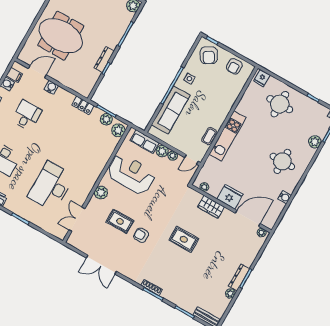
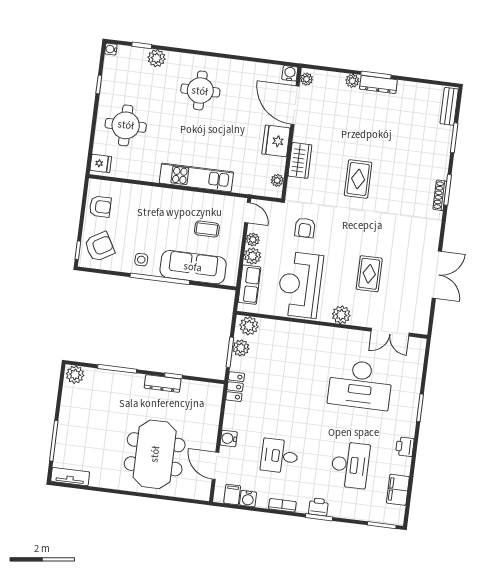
coffee table: (209, 136) -> (207, 229), moved
water cooler: (285, 197) -> (290, 73), moved
armchair: (141, 235) -> (305, 228), moved
plant: (230, 293) -> (352, 81), moved

